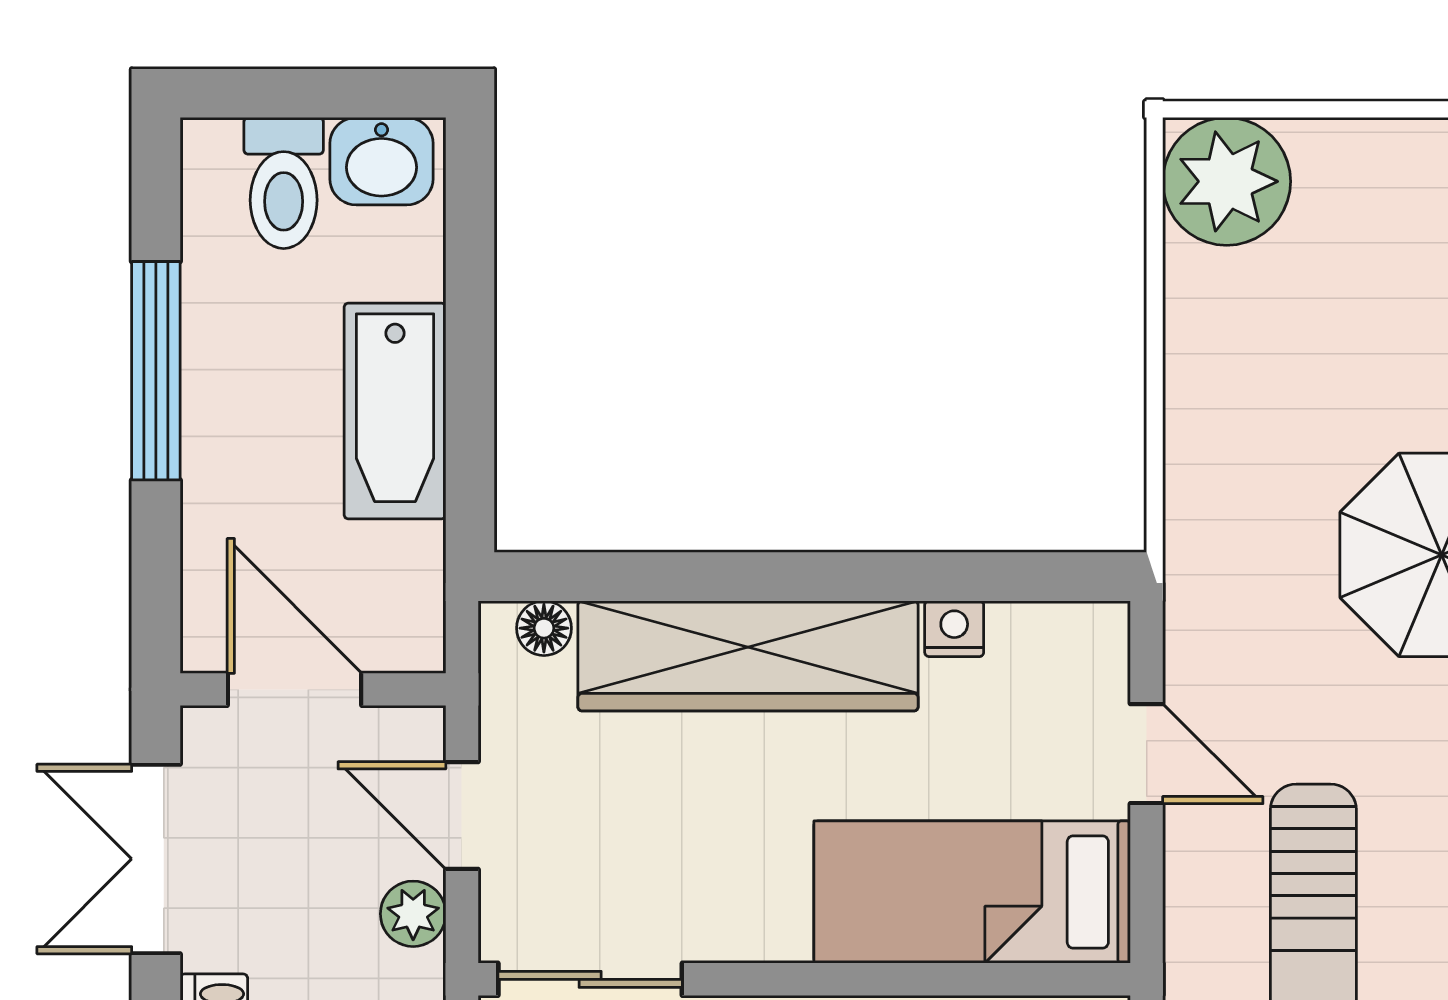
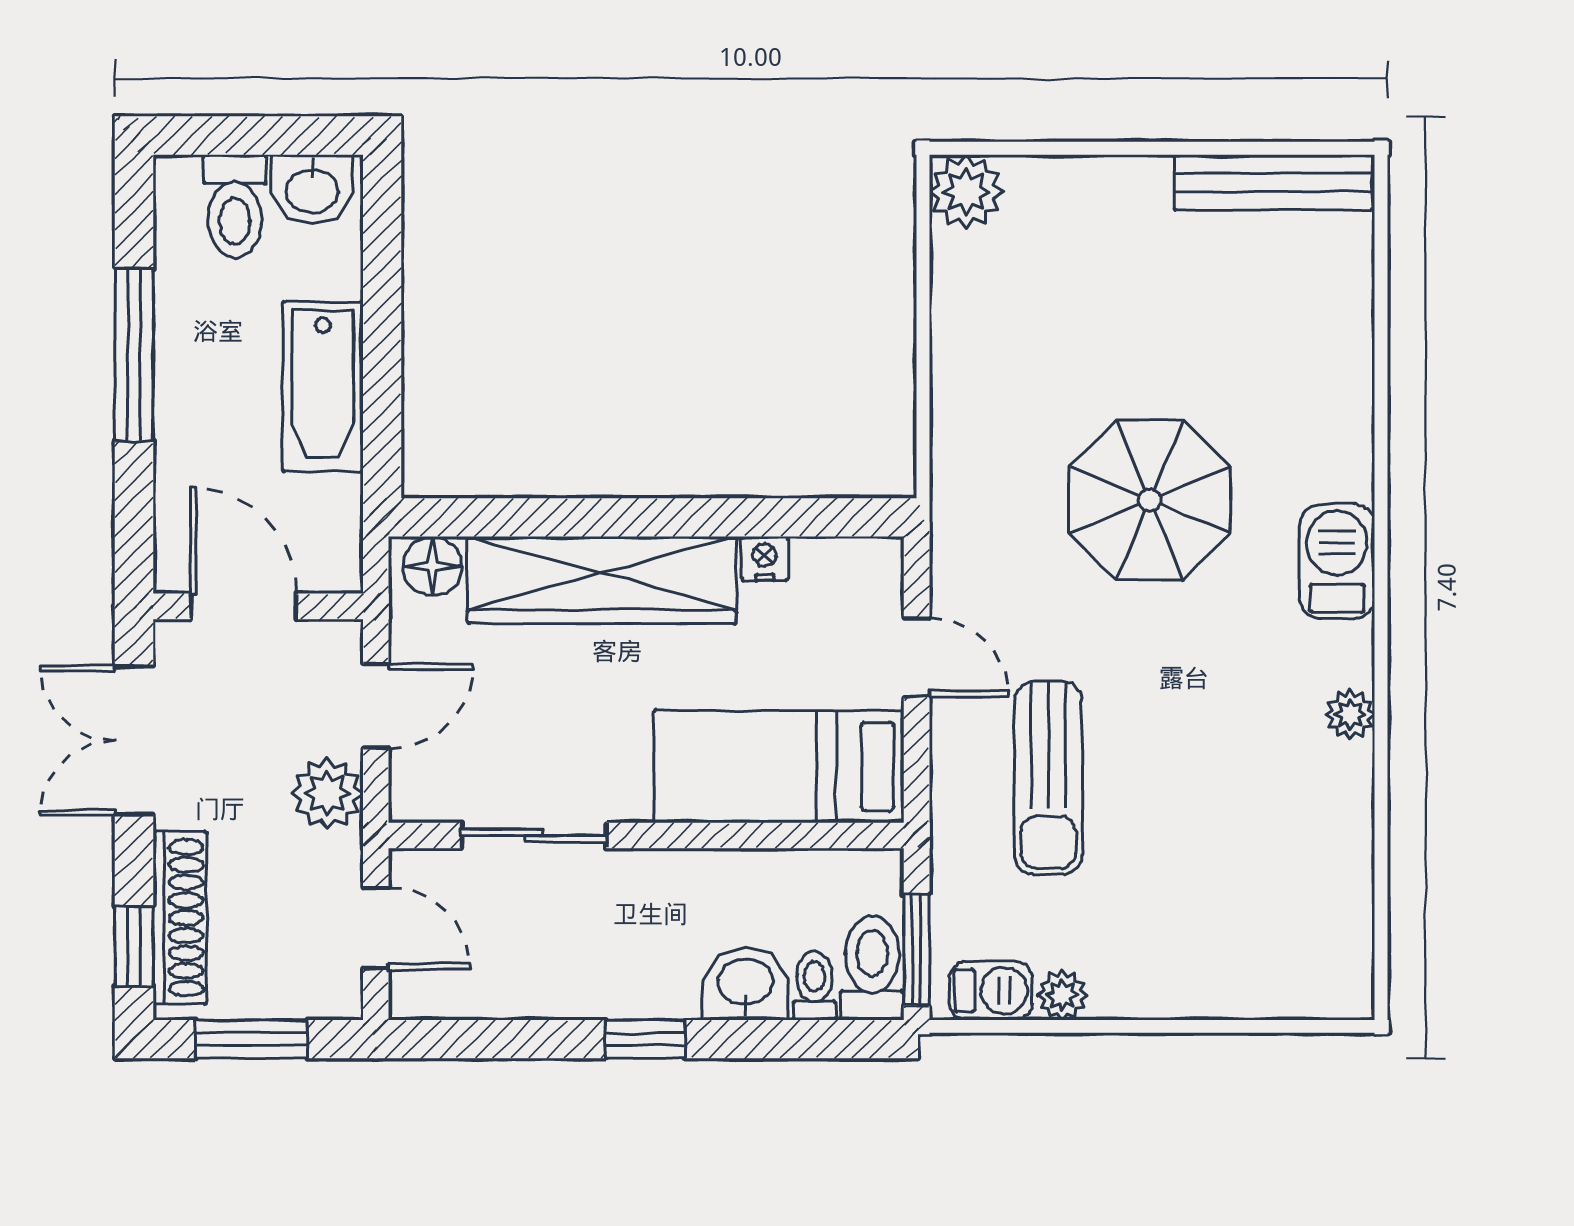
plant: (1227, 181) -> (966, 192), width x0.73, depth x0.73
floor lamp: (544, 628) -> (432, 566), width x1.37, depth x1.37
door: (462, 816) -> (376, 706), swing flipped
plant: (413, 914) -> (327, 793), width x1.38, depth x1.38
sliding door: (590, 979) -> (534, 835), moved

